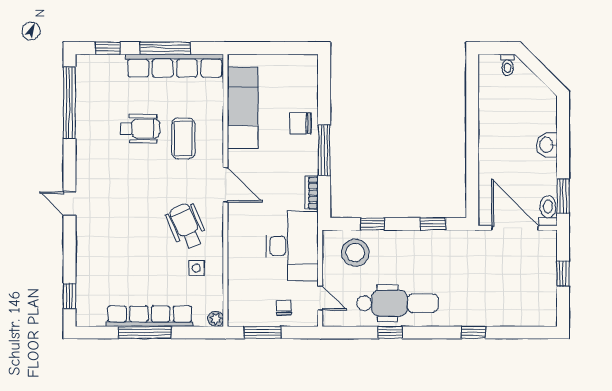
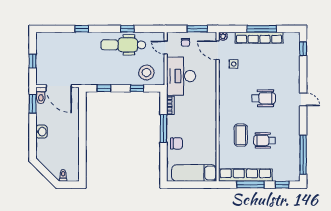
exam couch: (243, 108) -> (194, 173), moved, turned 90
door: (225, 185) -> (218, 50), moved
wheelchair: (186, 226) -> (264, 98), moved, turned -67

